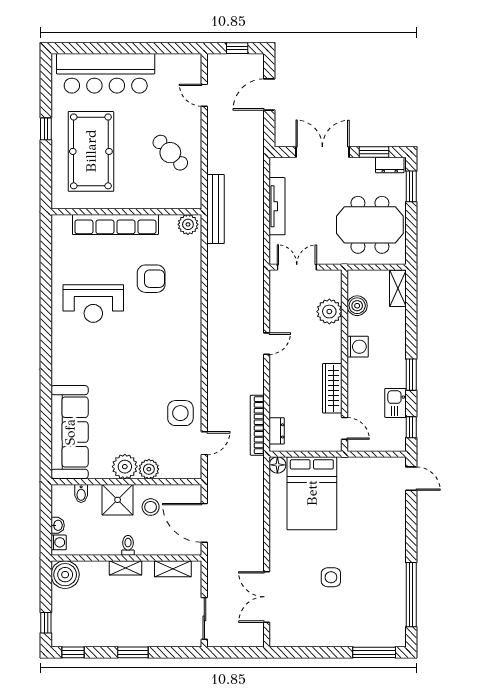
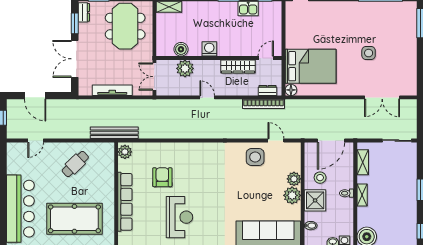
boiler: (357, 306) -> (181, 49), moved
plant: (329, 312) -> (185, 68), moved
washing machine: (358, 347) -> (209, 49), moved
wall: (345, 361) -> (219, 58), moved
wardrobe: (332, 388) -> (238, 66), moved
door: (345, 428) -> (266, 58), moved

